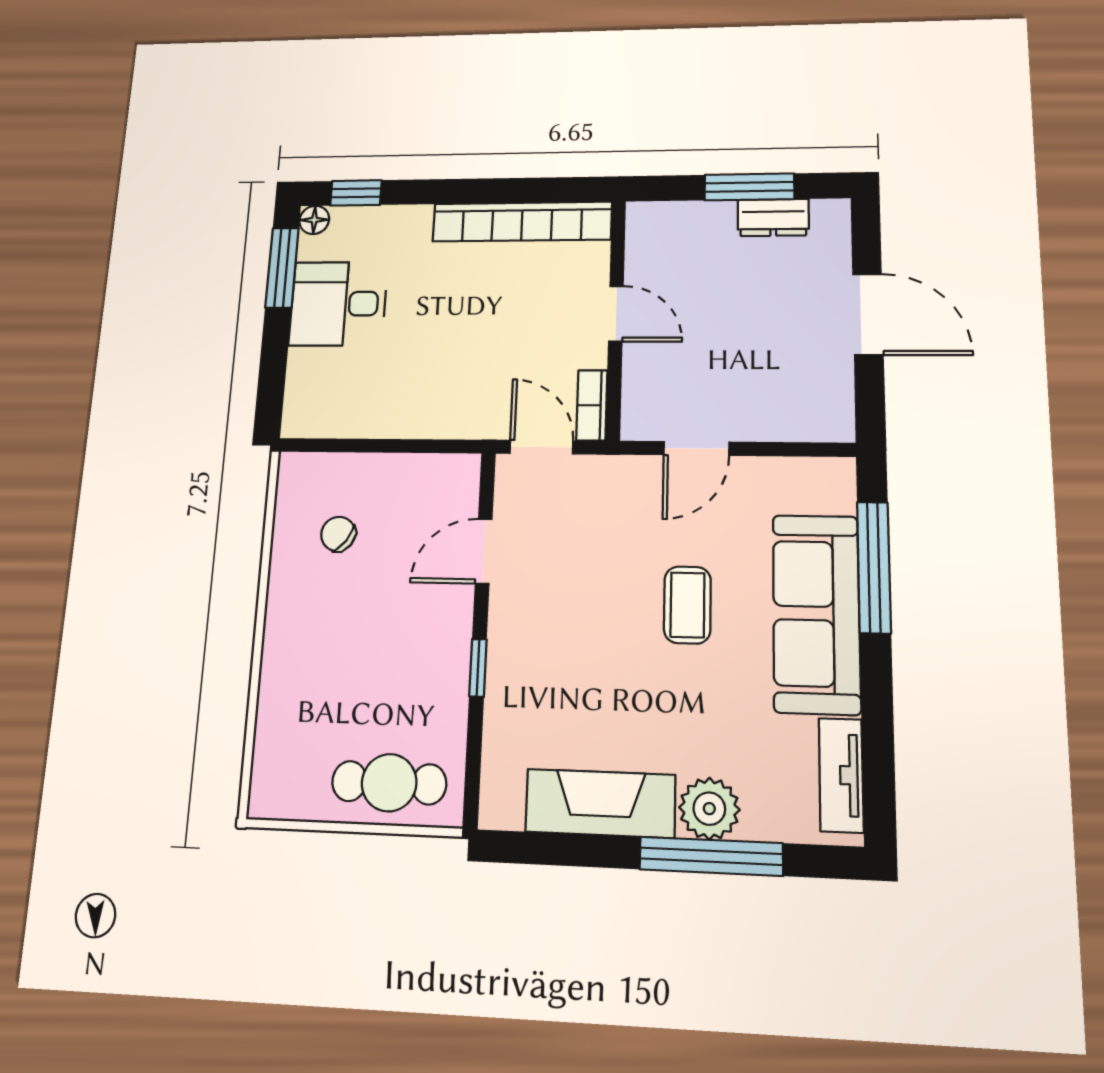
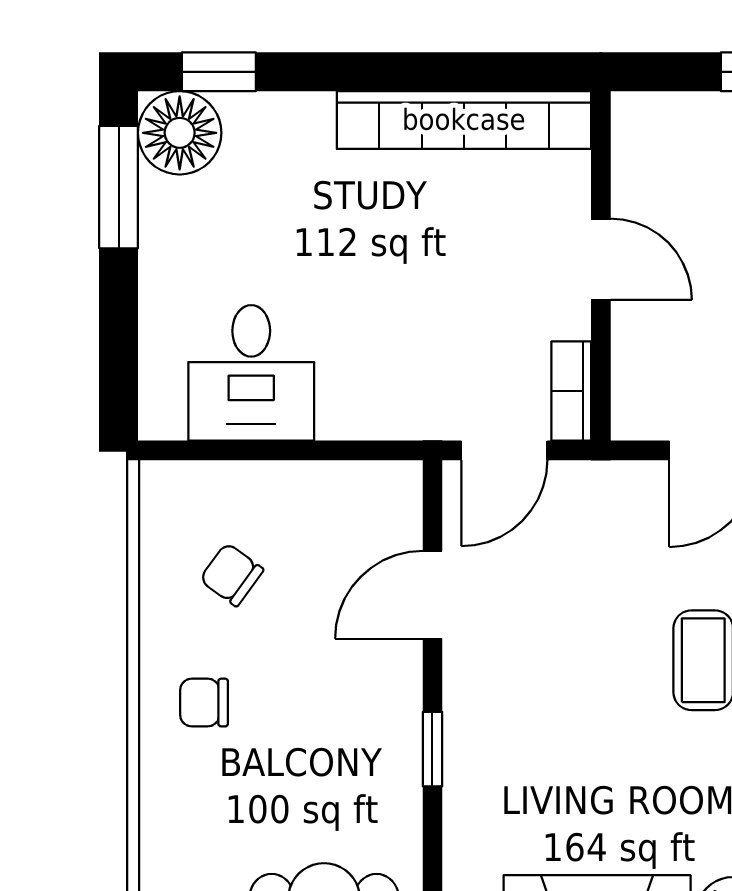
floor lamp: (314, 220) -> (180, 133), width x1.89, depth x1.89
desk: (338, 304) -> (251, 373), moved, turned -90
door: (541, 447) -> (504, 450), swing flipped
chair: (311, 628) -> (204, 703), added

